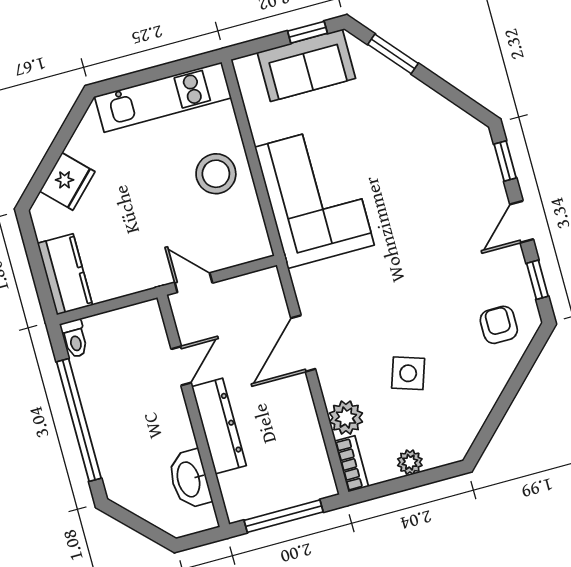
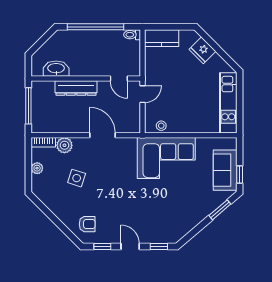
stool: (216, 174) -> (161, 126), moved, width x0.53, depth x0.53
door: (181, 366) -> (119, 79), moved

